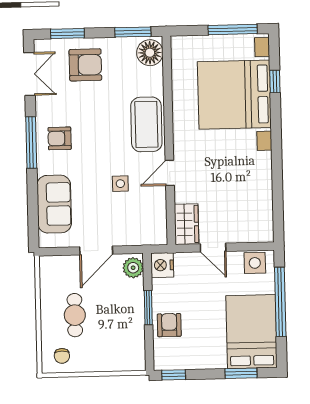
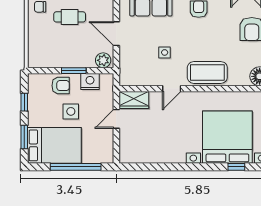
door: (170, 173) -> (172, 89), swing flipped
side table: (255, 263) -> (71, 111), moved
nightstand: (162, 265) -> (90, 82), moved
window: (174, 375) -> (24, 102), moved

